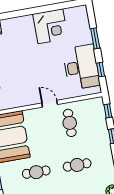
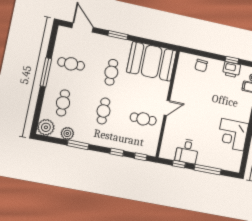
window: (95, 38) -> (208, 170), width x1.44
desk: (81, 67) -> (187, 151), width x0.53, depth x0.77

